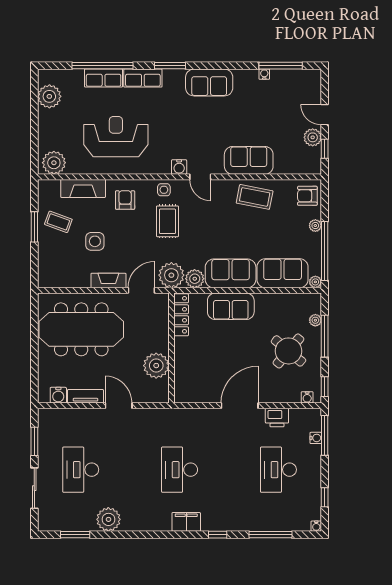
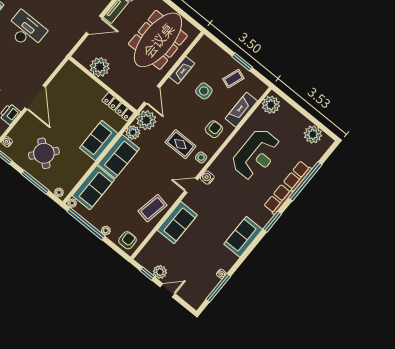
armchair: (125, 200) -> (214, 129), turned -90
fireplace: (108, 281) -> (182, 70), moved
plant: (315, 320) -> (59, 192), moved

